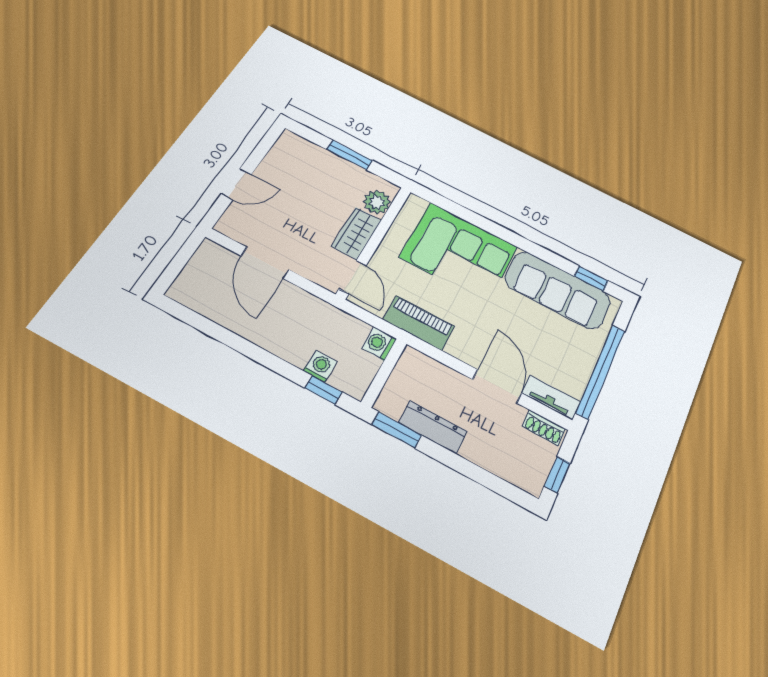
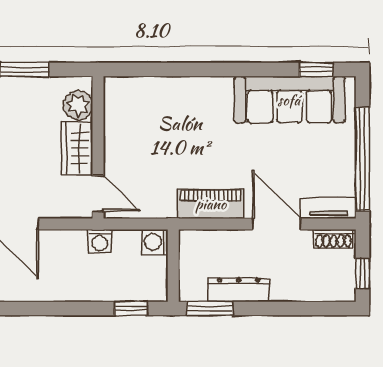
corner sofa: (459, 252) -> (180, 113), removed
piano: (419, 323) -> (211, 204), moved
washing machine: (320, 366) -> (100, 241), moved, turned 180

